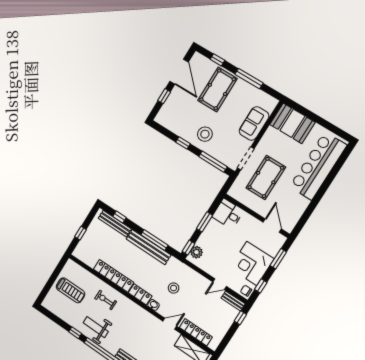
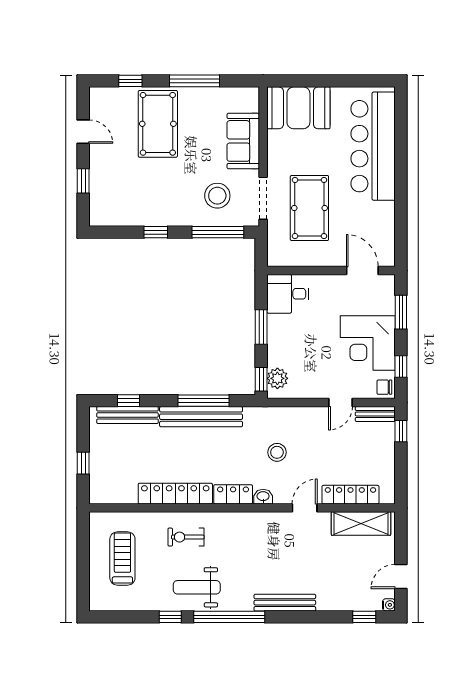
door: (179, 72) -> (83, 132), width x0.53
stool: (205, 134) -> (217, 196), moved
treadmill: (70, 290) -> (122, 559), turned -90

